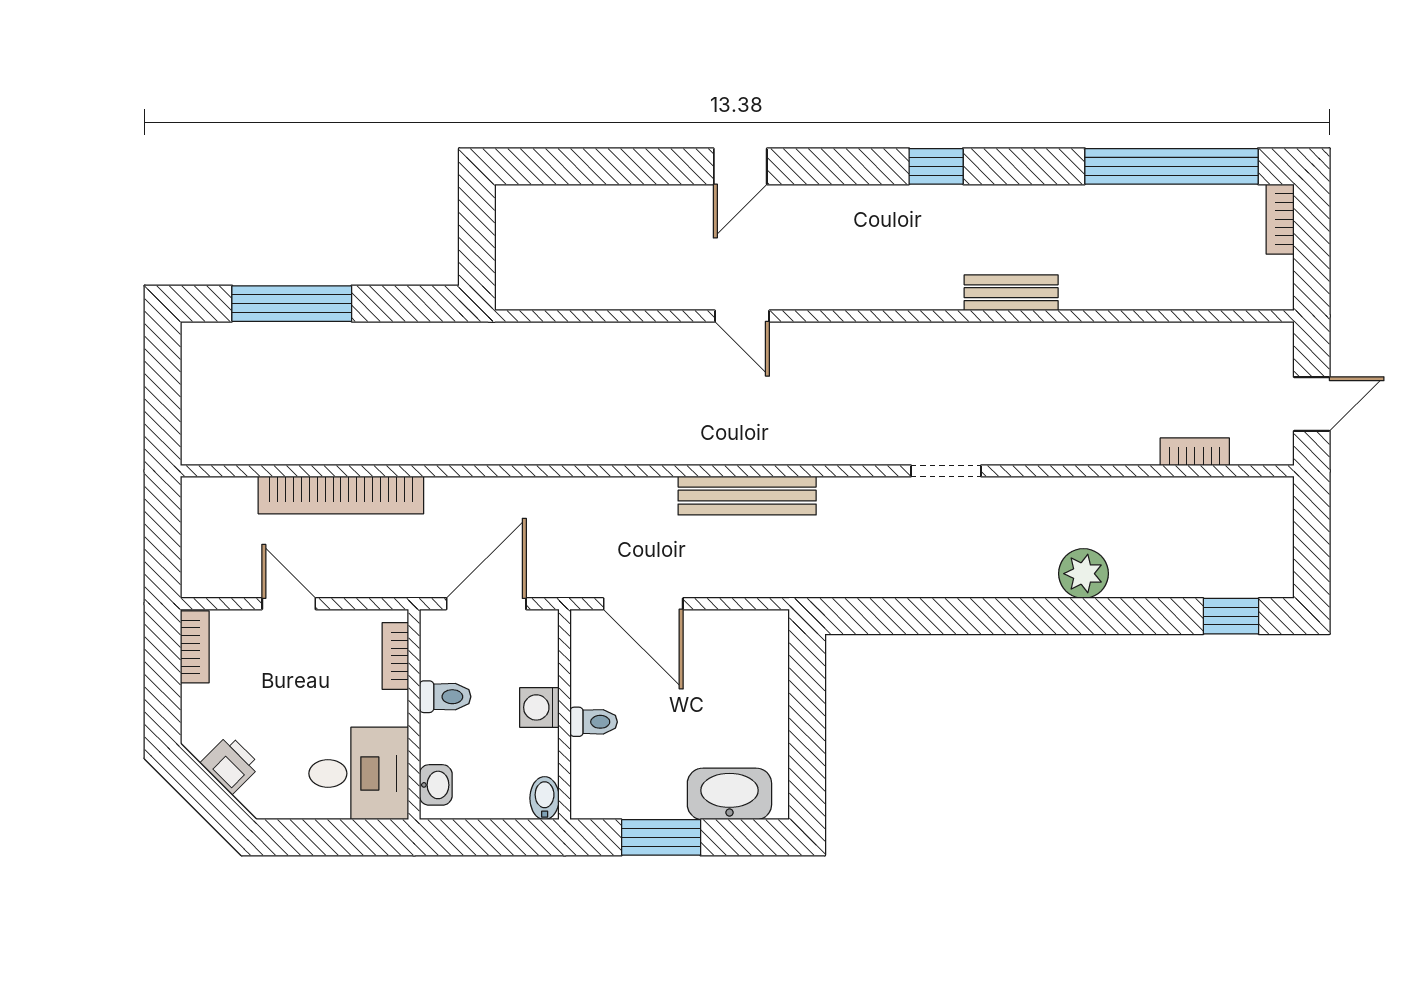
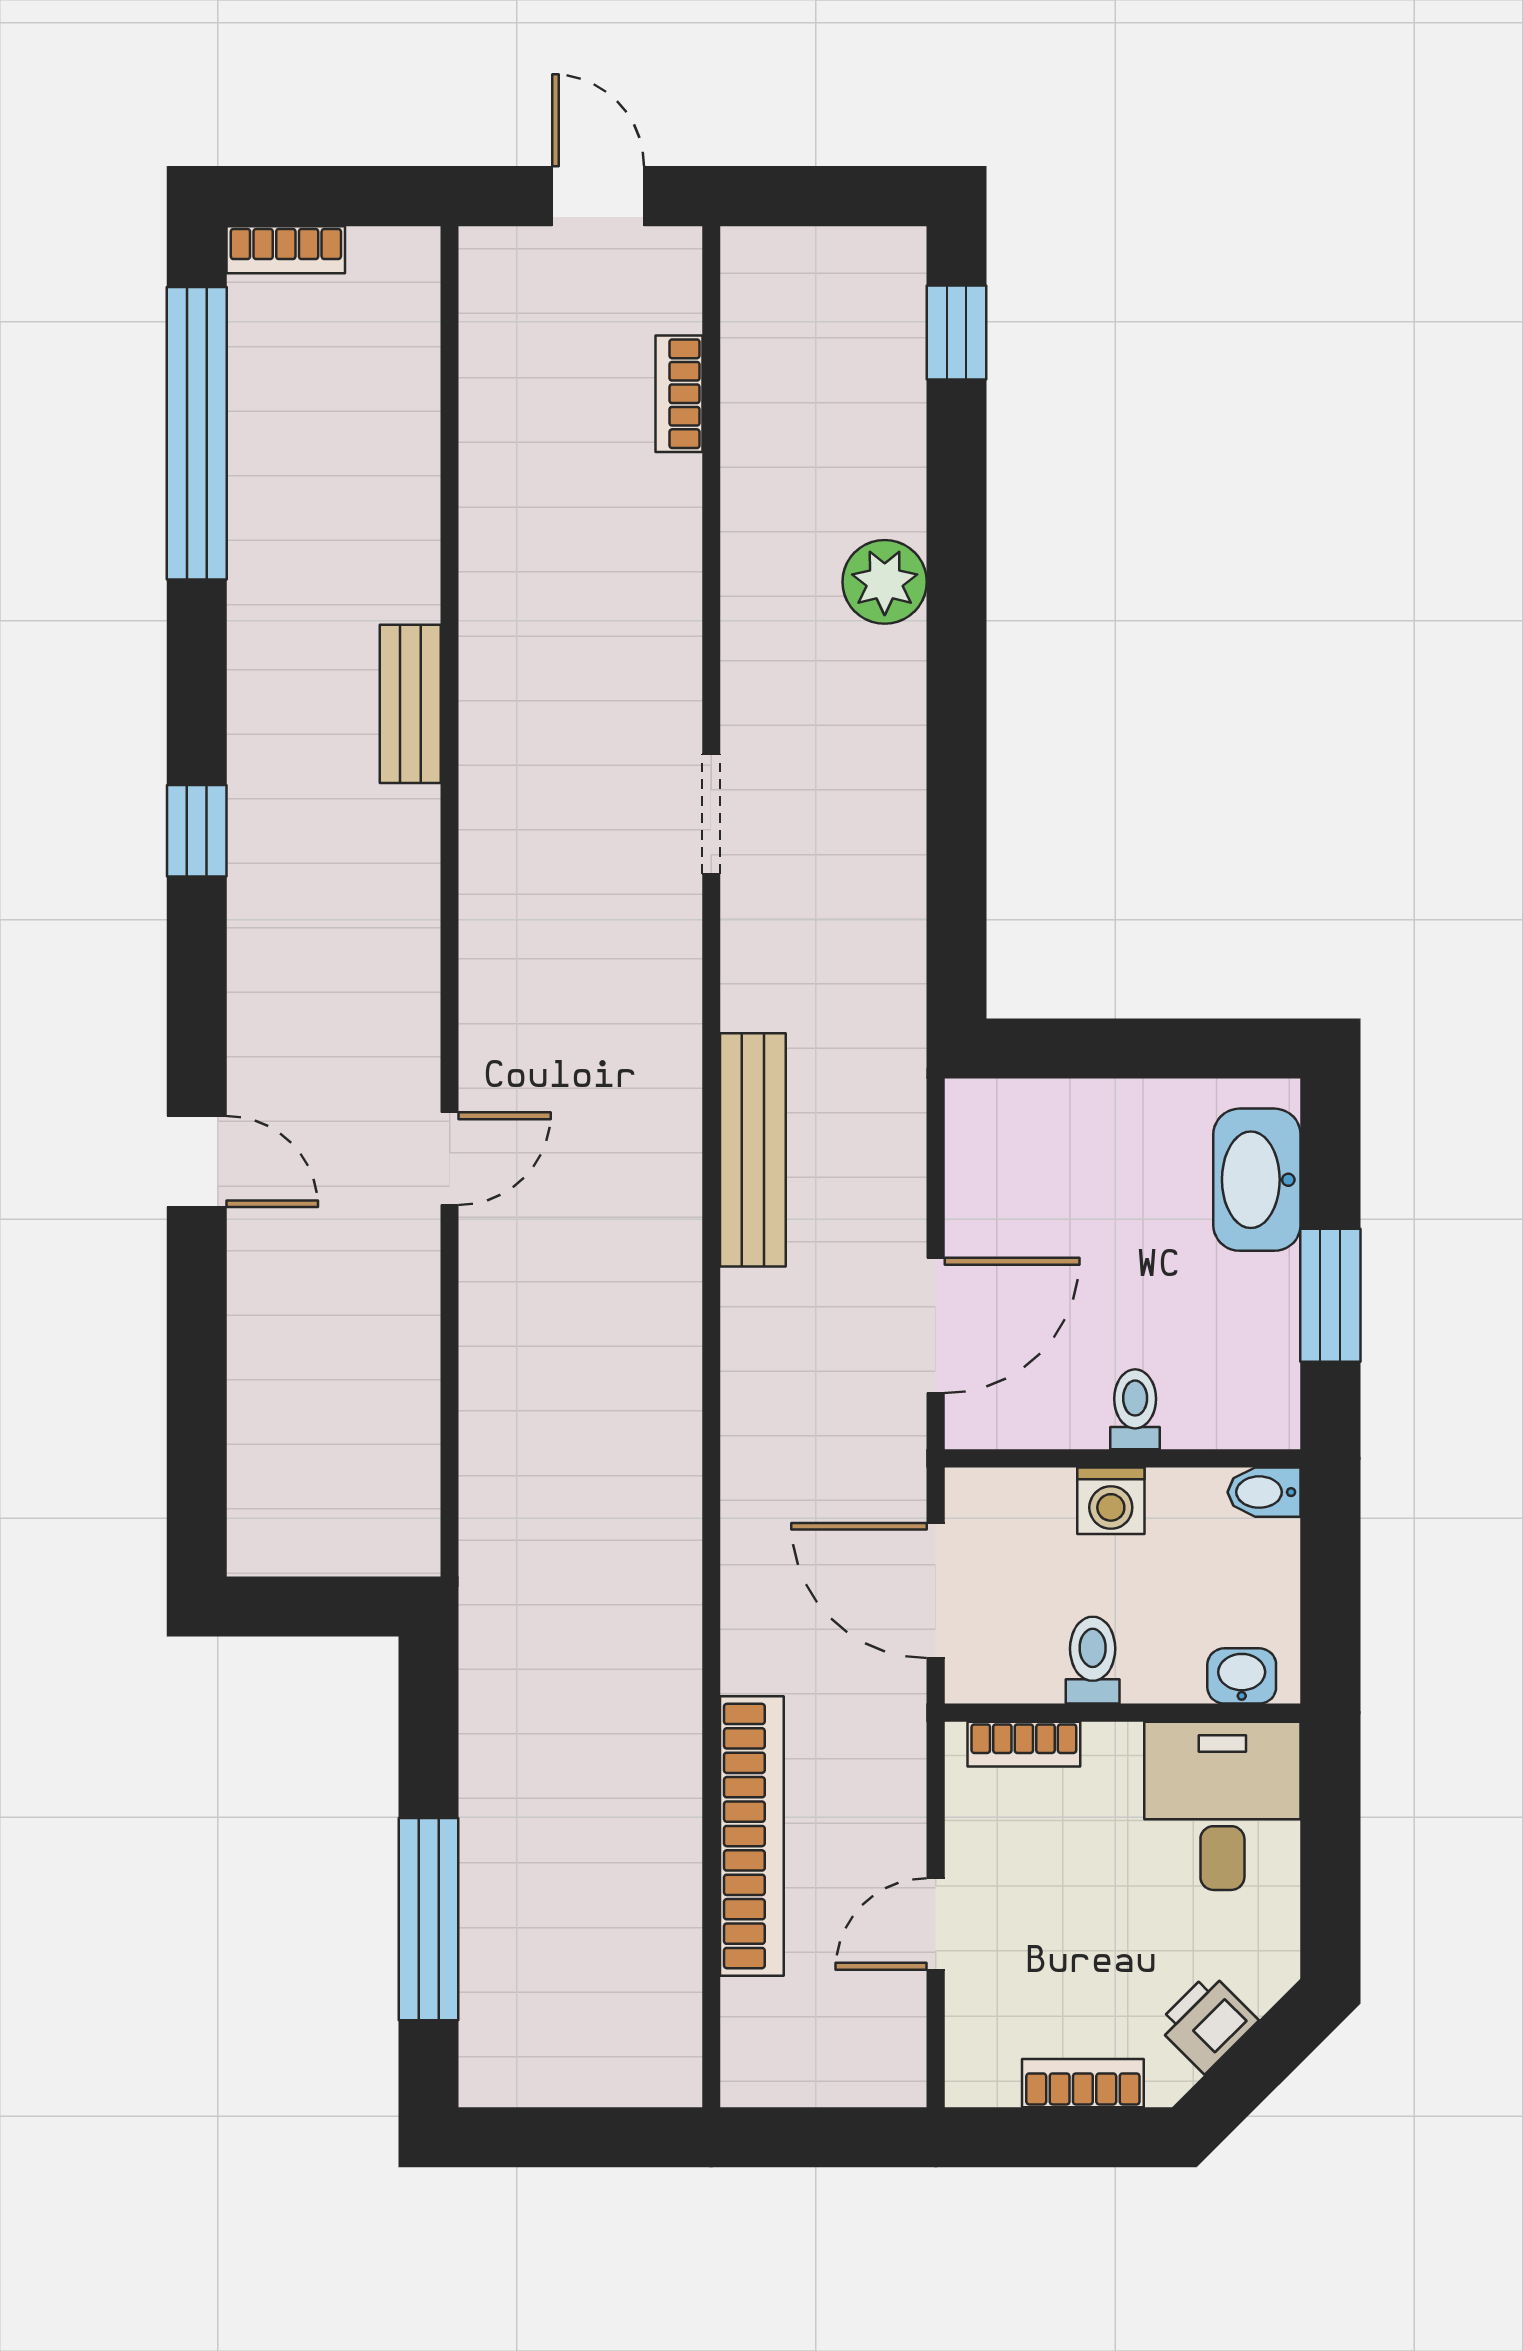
bookcase: (195, 647) -> (1083, 2083), moved

